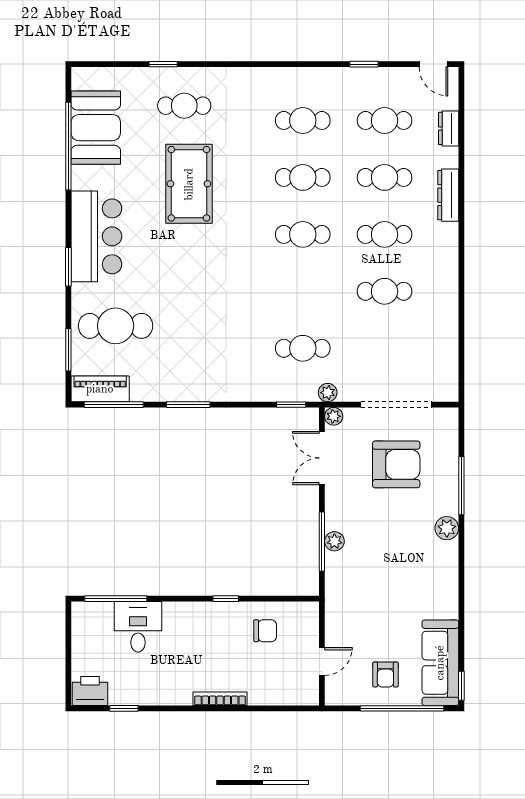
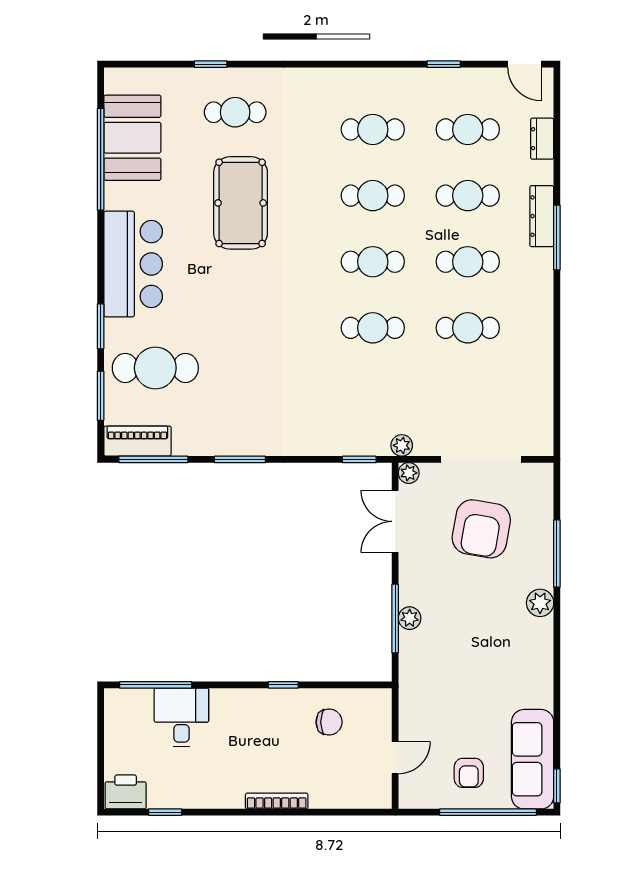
window: (461, 214) -> (557, 238), added
window: (68, 267) -> (101, 326), moved
cafe table: (303, 348) -> (373, 328), moved
armchair: (396, 464) -> (481, 529), turned 100

